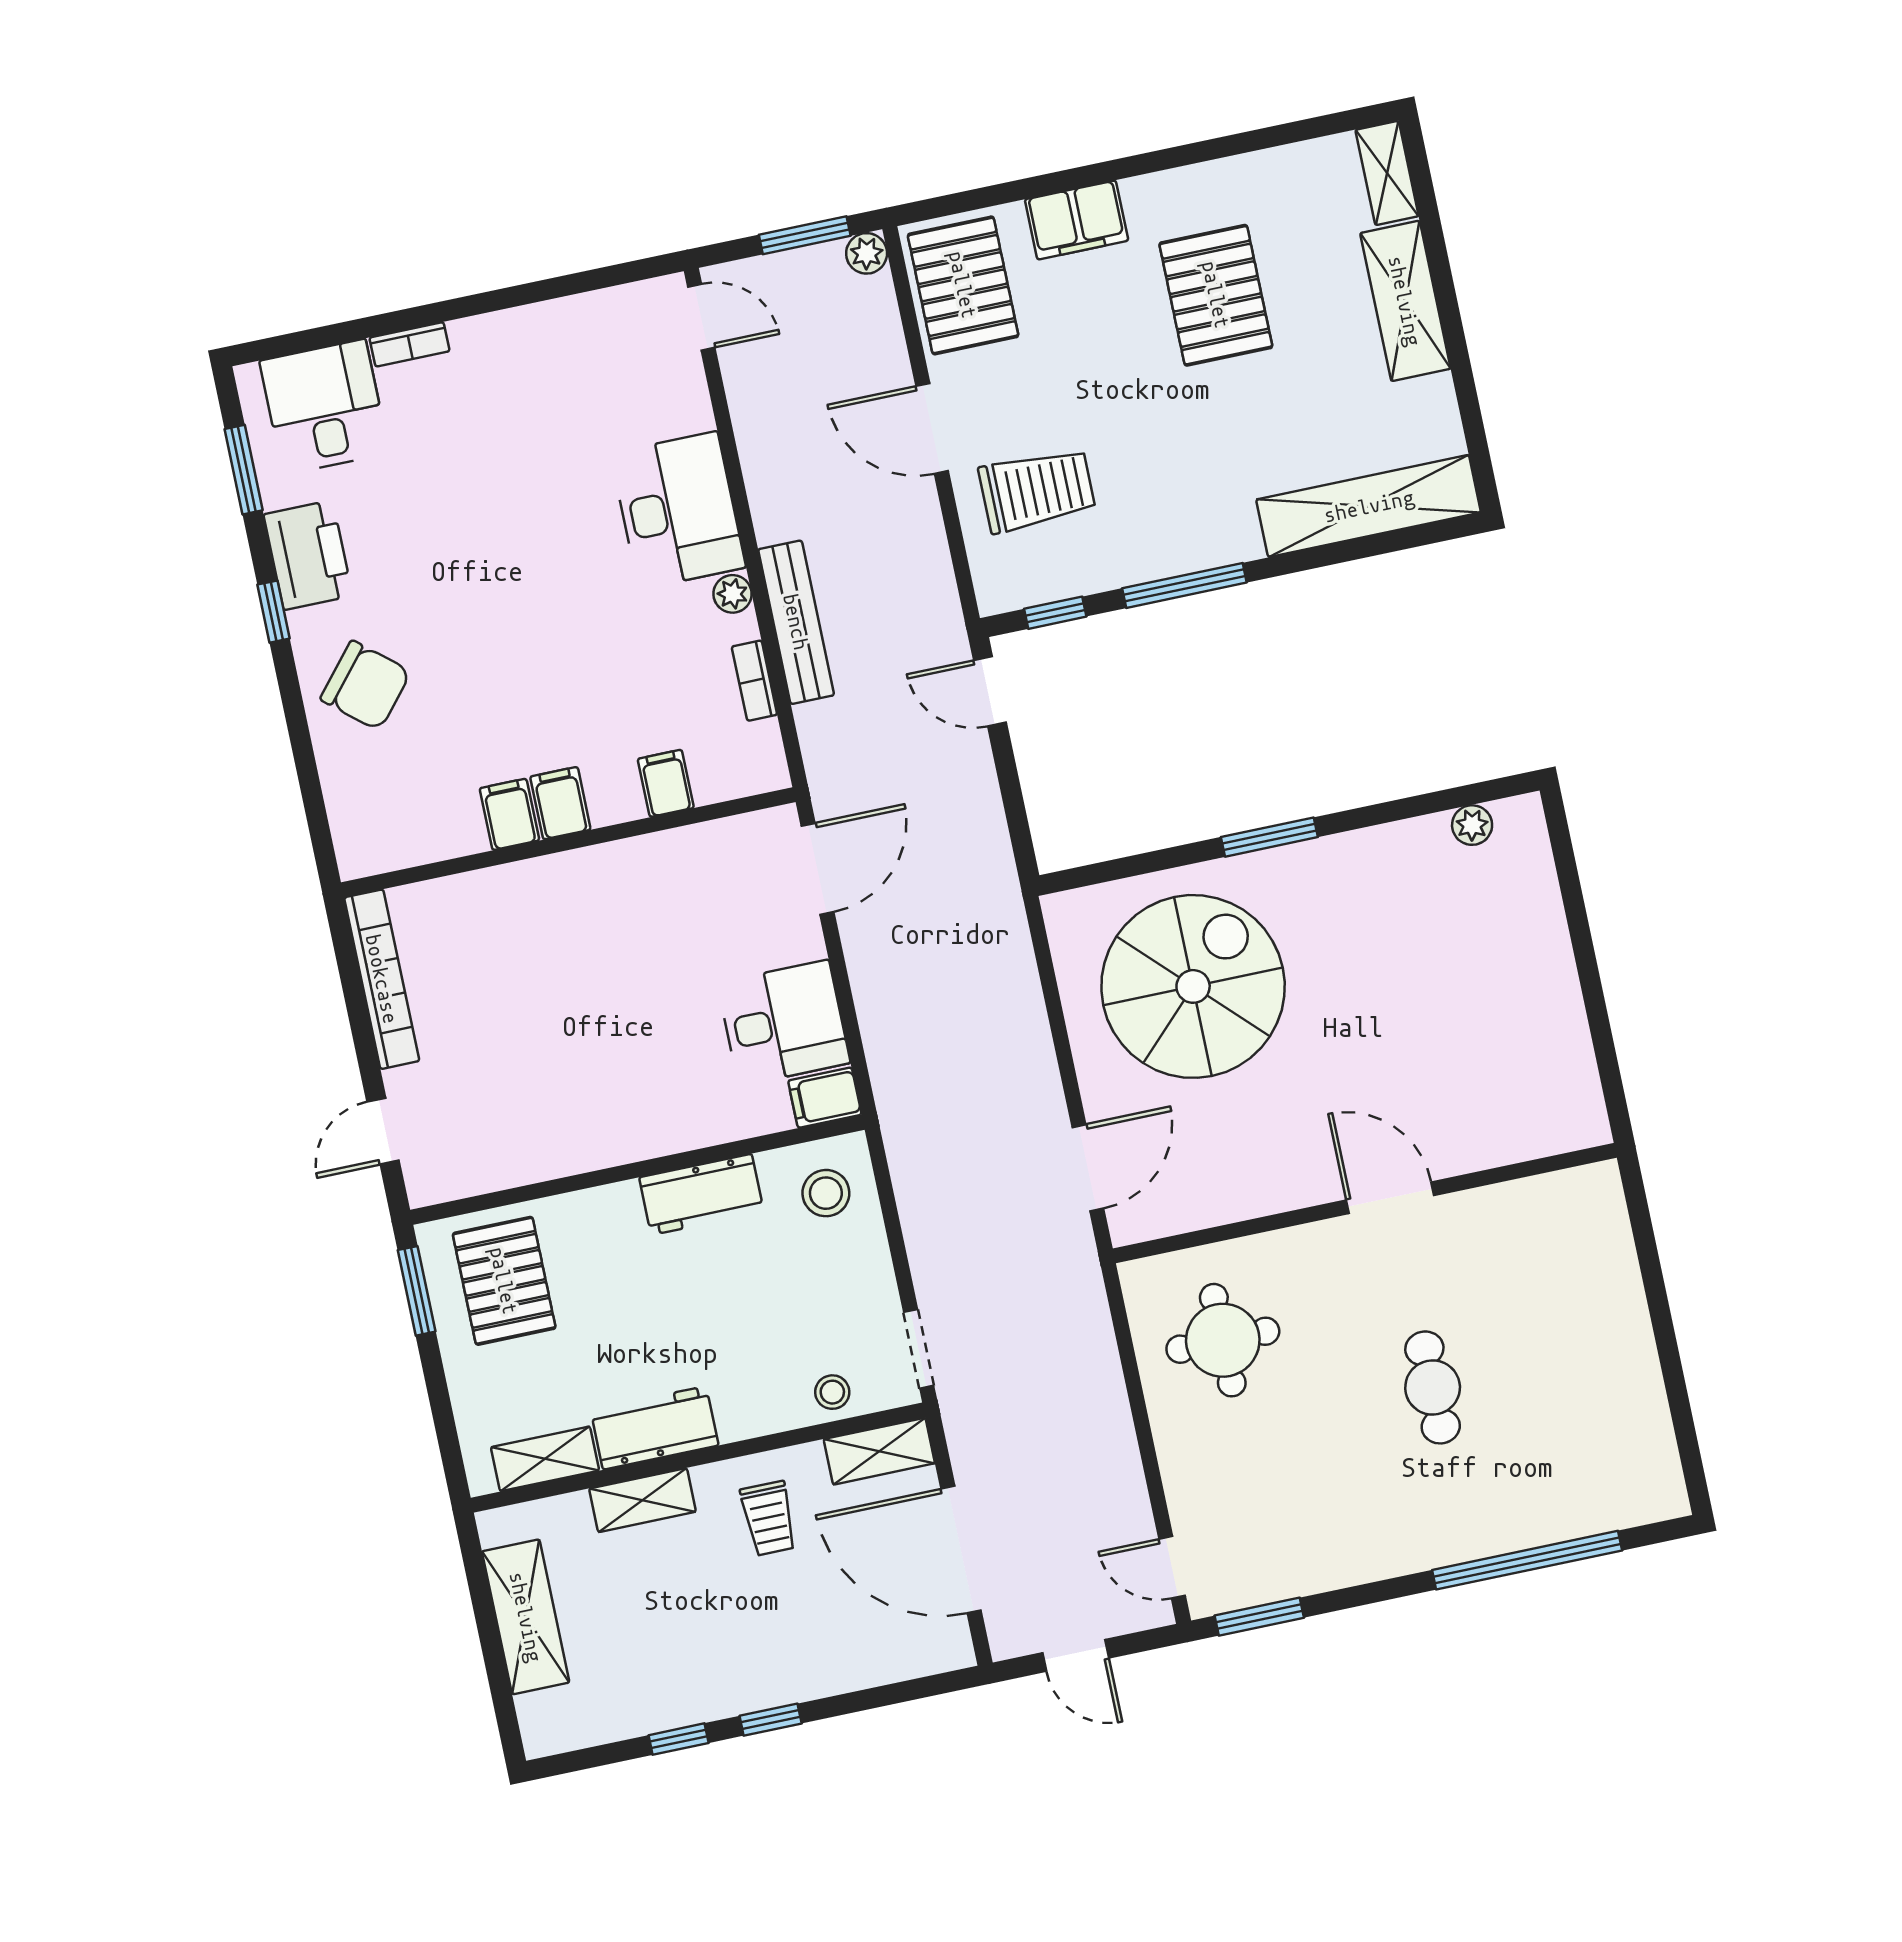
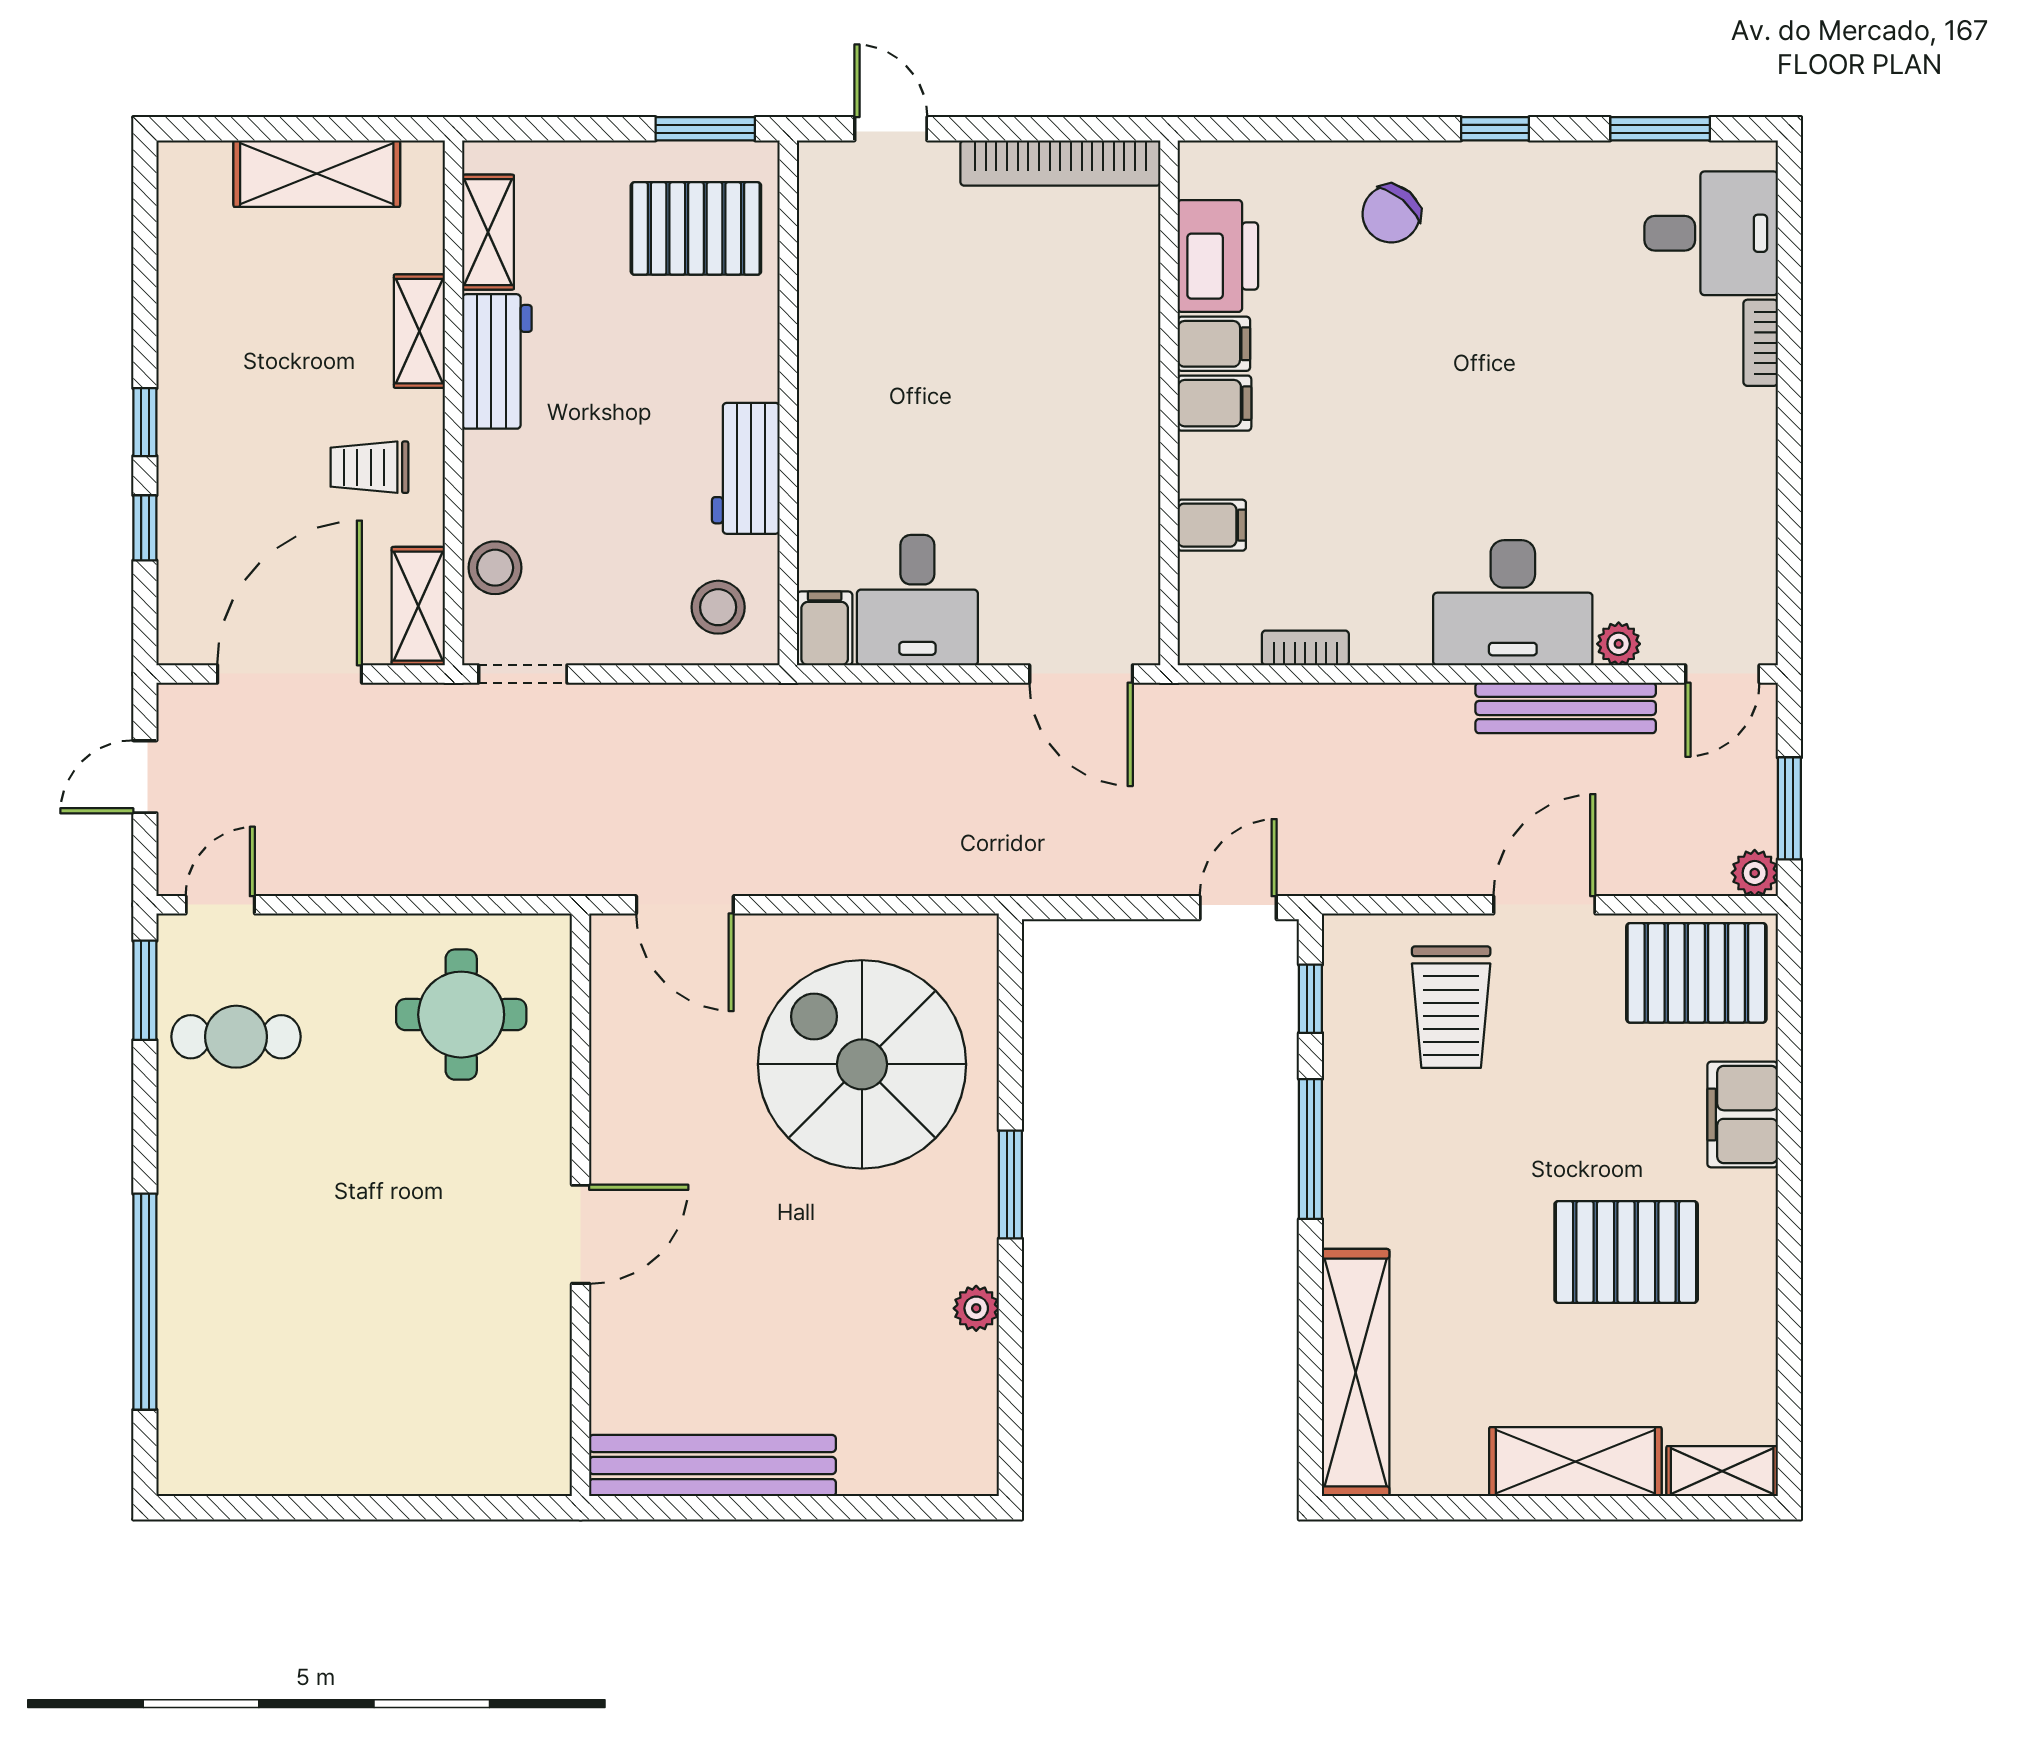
printer: (308, 555) -> (1218, 256), moved, turned -90
plant: (732, 594) -> (1619, 644), moved
bench: (796, 622) -> (1566, 708), moved
chair: (366, 685) -> (1391, 214), width x0.73, depth x0.73
plant: (1472, 825) -> (976, 1308), moved
spiral stairs: (1193, 986) -> (862, 1064), turned 180
bench: (1565, 1042) -> (713, 1466), added
cafe table: (1433, 1387) -> (236, 1037), moved
stool: (832, 1392) -> (495, 568), width x1.37, depth x1.37
window: (679, 1739) -> (145, 528), moved

